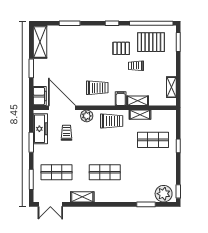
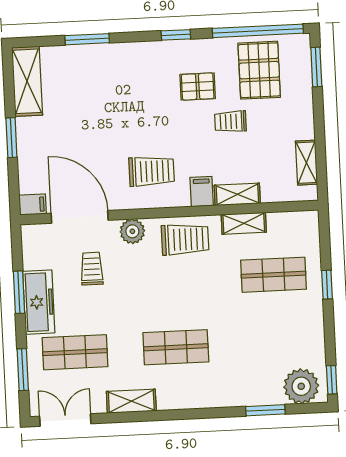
pallet: (151, 42) -> (259, 70), turned 90
filing cabinet: (40, 96) -> (33, 204), width x0.50
freezer: (40, 129) -> (39, 302), moved
double door: (50, 204) -> (65, 420), swing flipped

